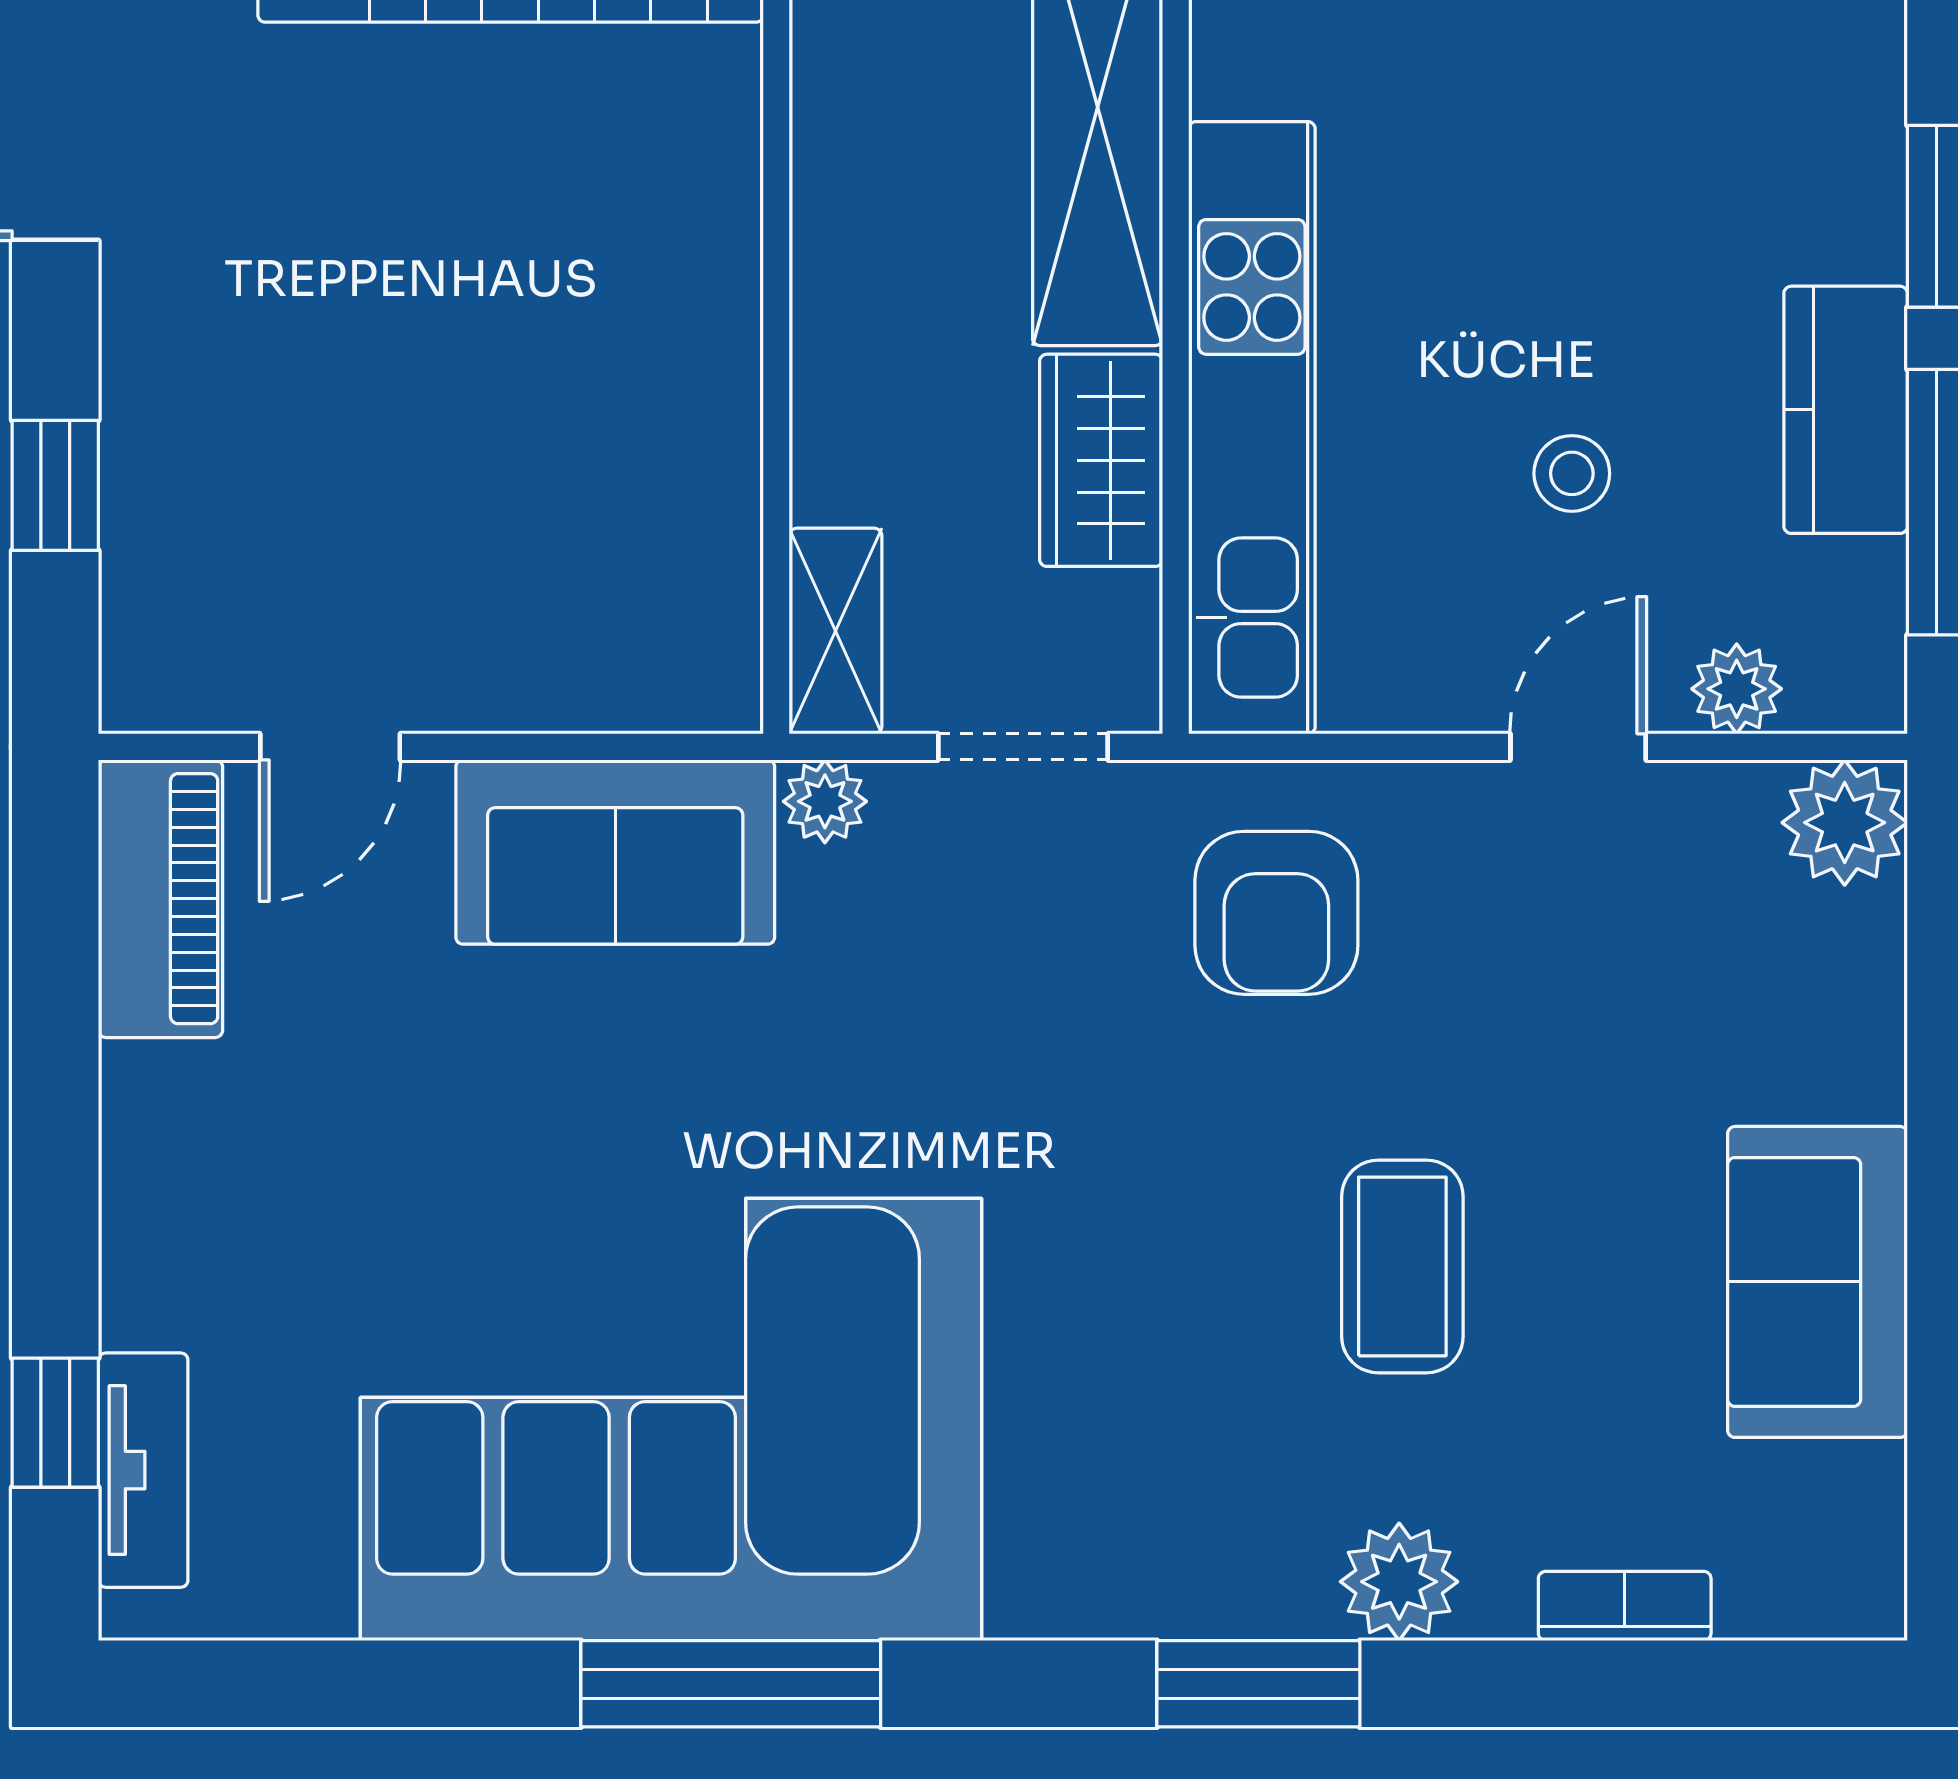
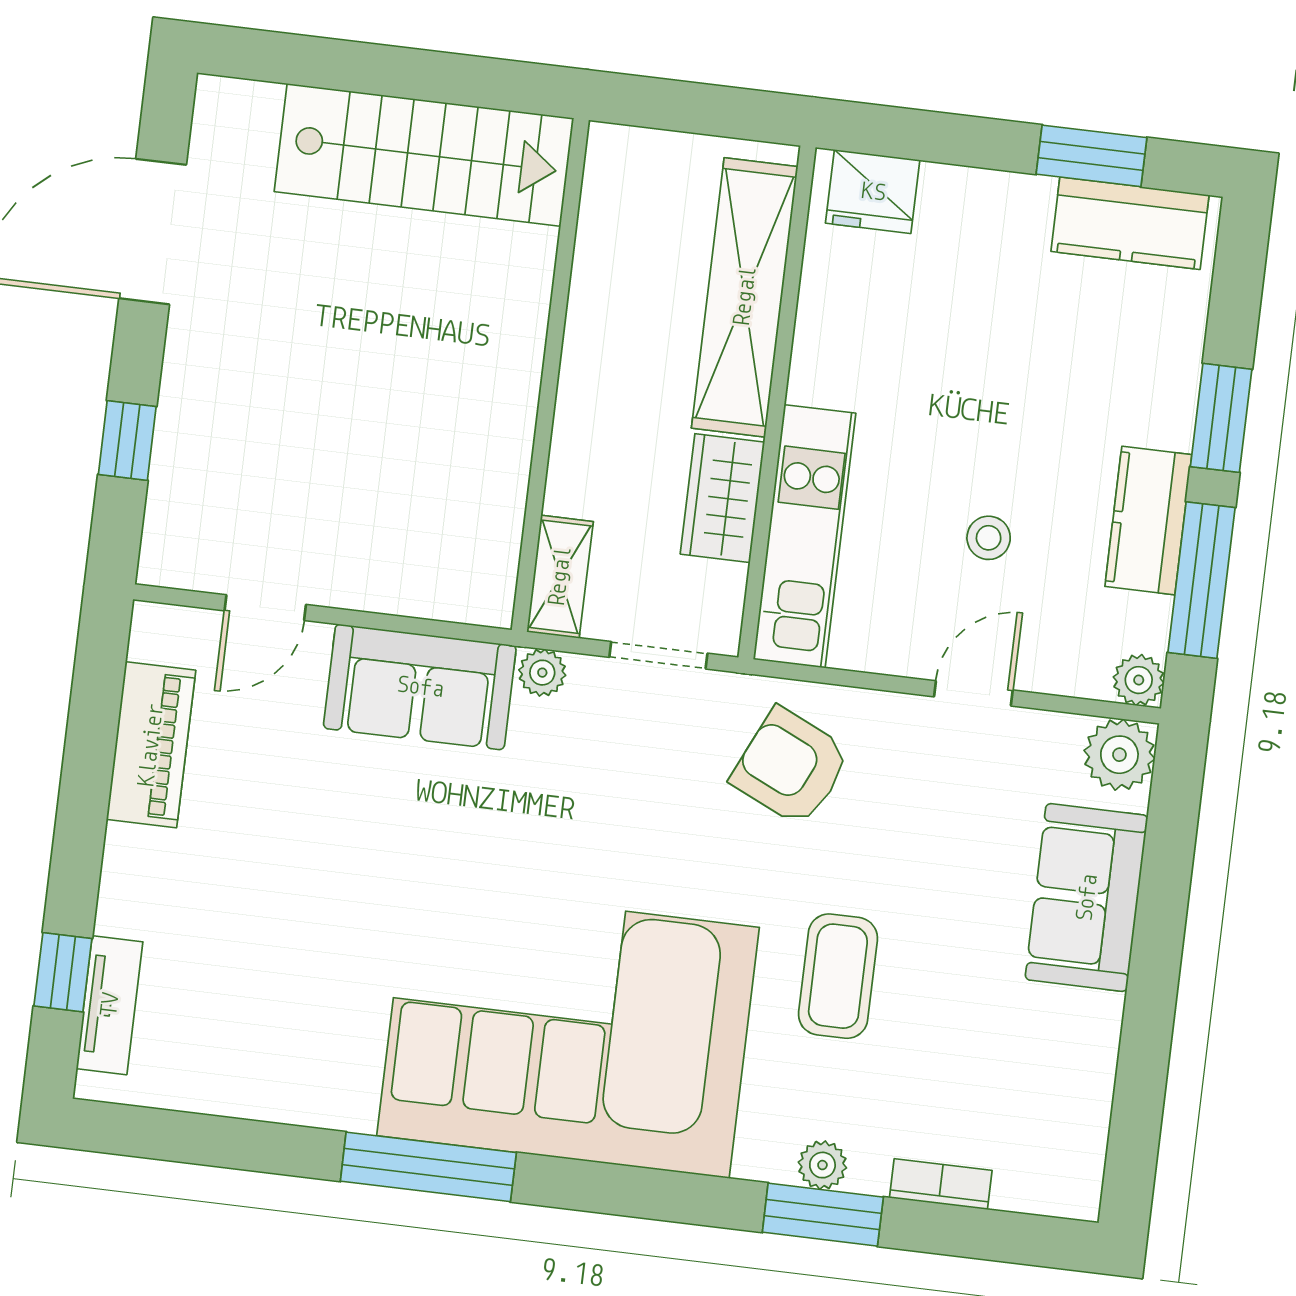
kitchen unit: (1252, 428) -> (805, 536), width x0.73
plant: (1737, 689) -> (1139, 680), moved
piano: (161, 899) -> (151, 745), moved
armchair: (1276, 913) -> (791, 767), turned 115
sofa: (1818, 1282) -> (1087, 898), moved
corner sofa: (671, 1419) -> (568, 1032), moved
plant: (1399, 1582) -> (822, 1165), width x0.73, depth x0.73
window: (1258, 1684) -> (823, 1215), moved

